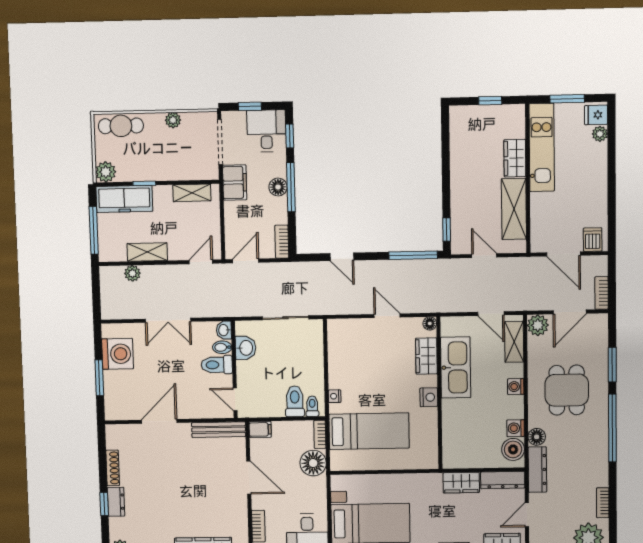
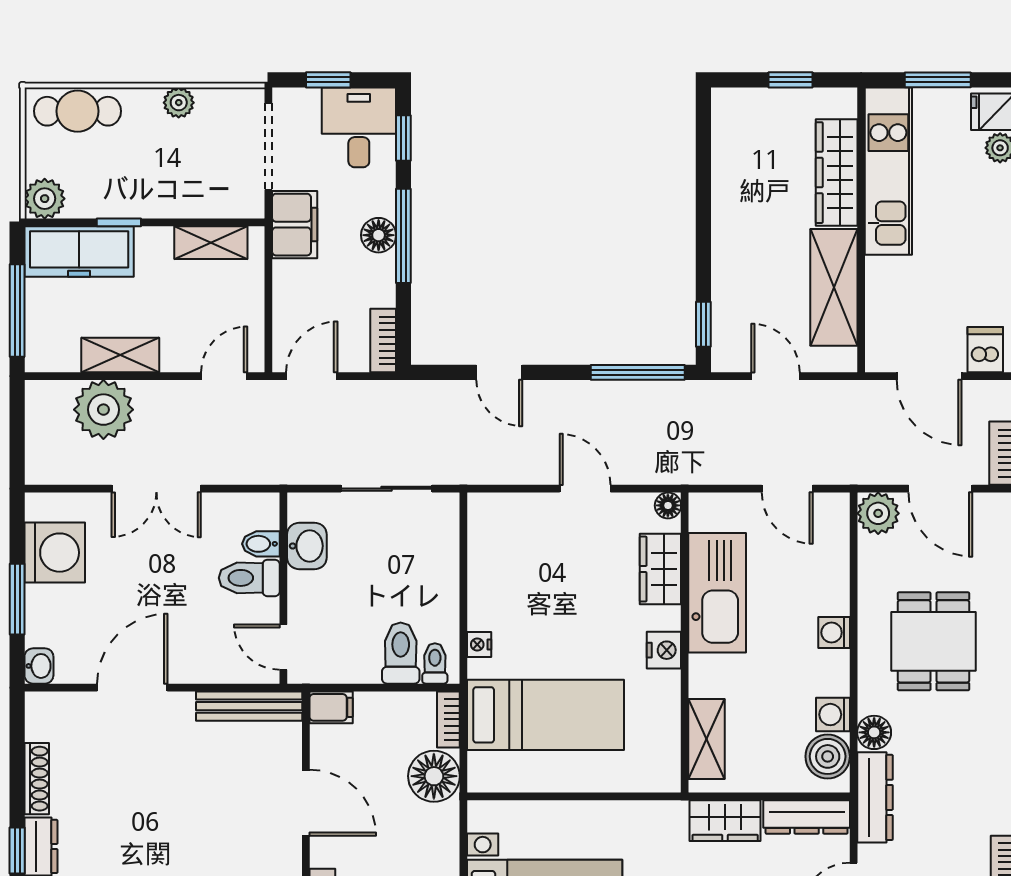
wardrobe: (515, 158) -> (837, 173), width x1.50
plant: (132, 273) -> (103, 410), width x1.87, depth x1.87
door: (570, 312) -> (940, 489), hinge flipped
washbasin: (224, 330) -> (39, 666), moved, turned 180
shelving: (514, 342) -> (707, 739), moved

